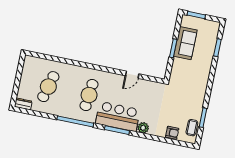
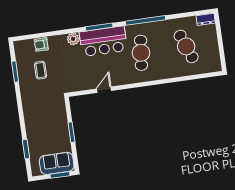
sofa: (185, 43) -> (57, 163), moved, turned 90
cafe table: (48, 87) -> (186, 46), turned -36
coffee table: (192, 128) -> (41, 70), moved

